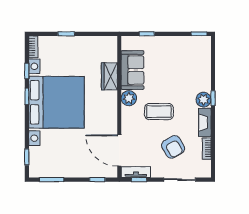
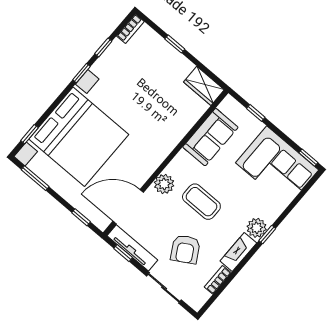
corner sofa: (185, 54) -> (277, 166), added
wardrobe: (109, 76) -> (204, 86), moved, turned -90
plant: (129, 98) -> (164, 184), moved
bed with nightstands: (56, 102) -> (79, 137), moved
door: (119, 151) -> (128, 207), hinge flipped
tv unit: (136, 172) -> (132, 248), width x1.41

